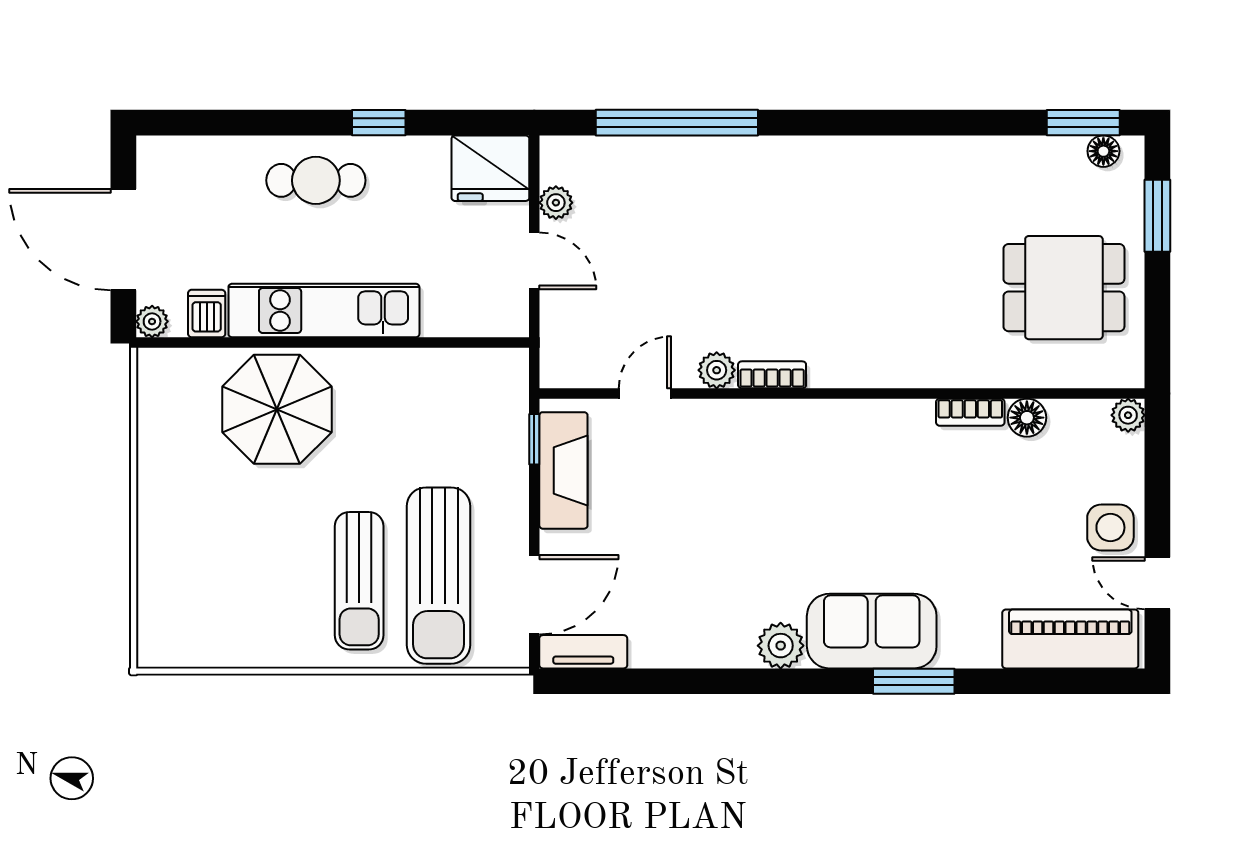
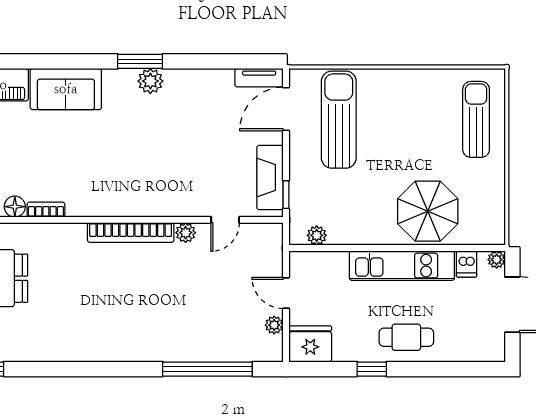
plant: (479, 365) -> (317, 235), added
bookcase: (772, 375) -> (131, 233), width x2.31, depth x1.31
sun lounger: (359, 581) -> (476, 119), moved
sofa: (872, 631) -> (66, 89), moved
window: (914, 681) -> (140, 61), moved

